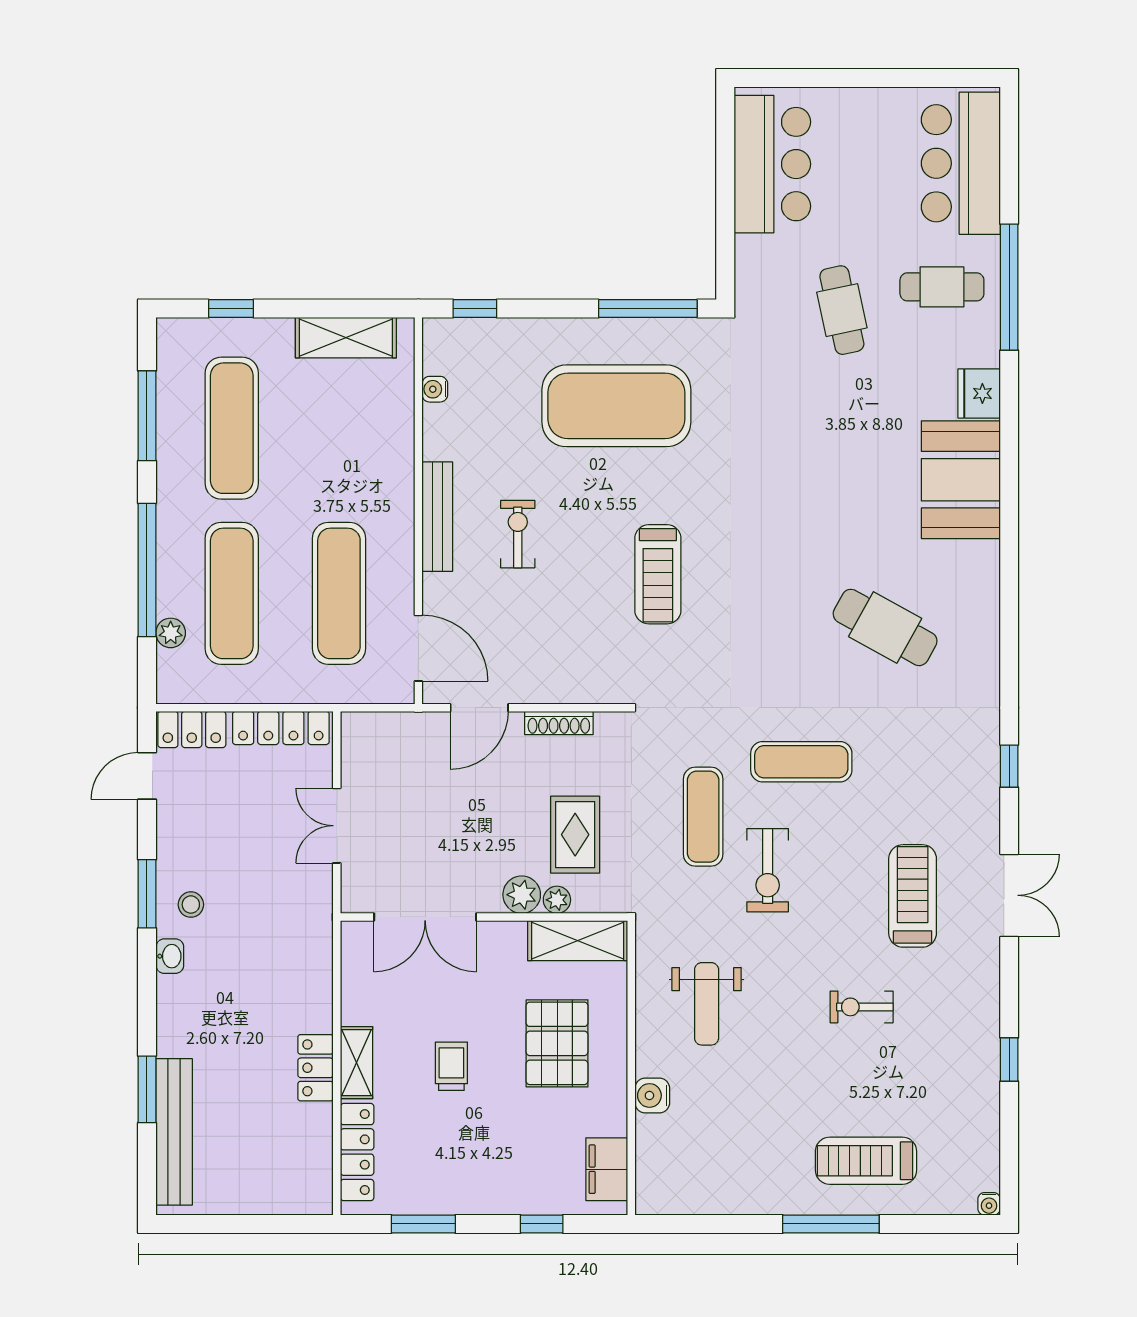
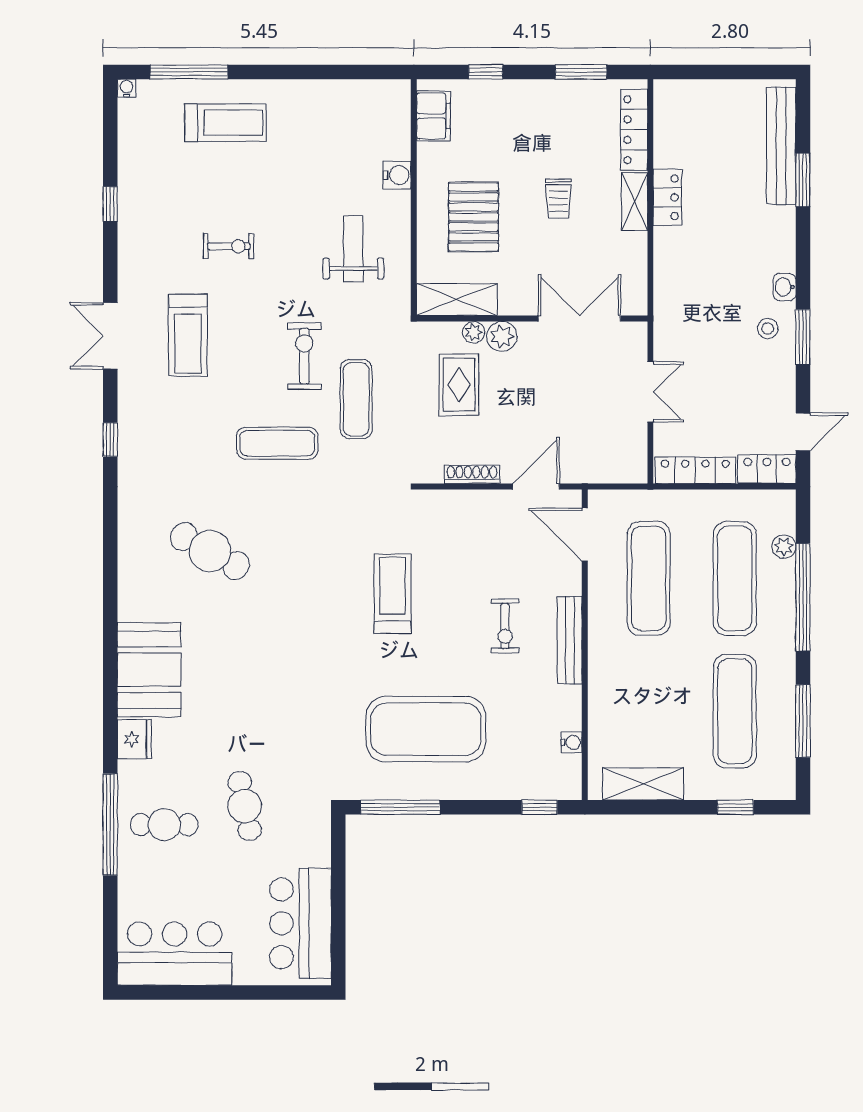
bar counter: (961, 163) -> (175, 954), moved, turned -90
window: (831, 1224) -> (189, 72), moved

